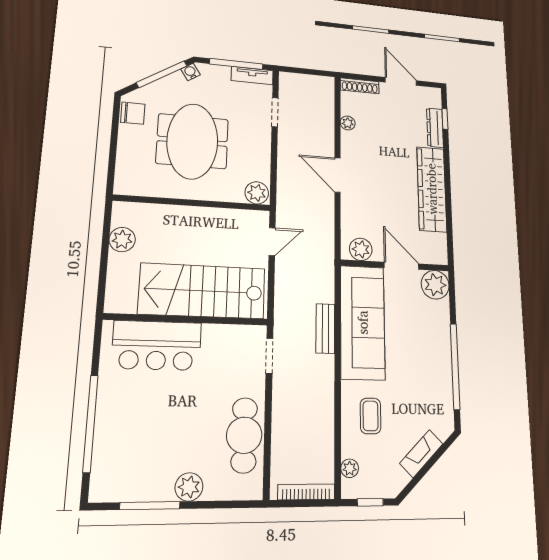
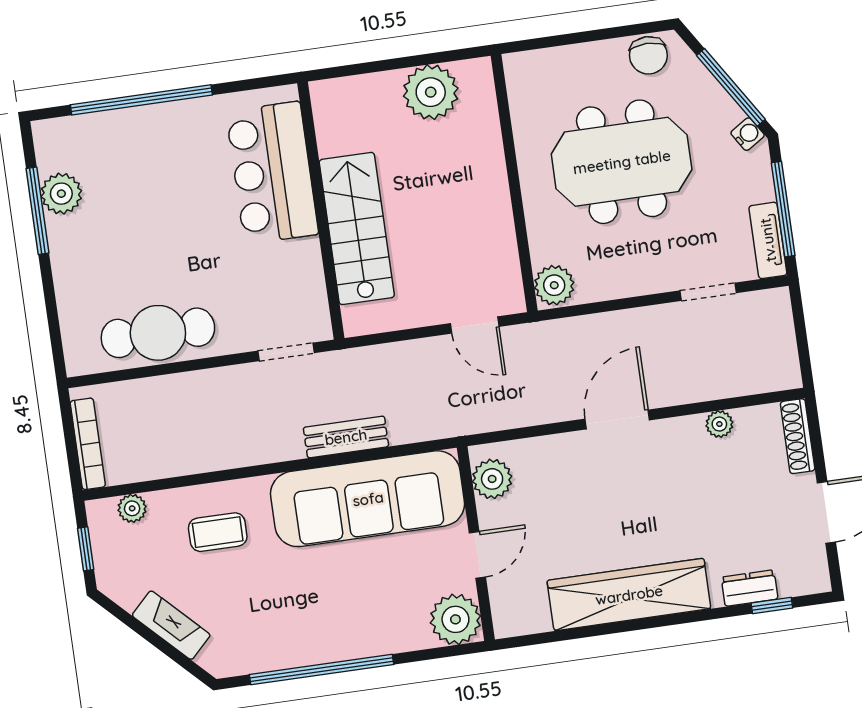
dresser: (435, 128) -> (750, 588), width x0.70
plant: (122, 240) -> (431, 92), width x1.36, depth x1.36
door: (401, 266) -> (477, 555), width x0.73
stairs: (202, 291) -> (357, 229), width x0.73, depth x0.66
plant: (189, 487) -> (61, 194), moved

